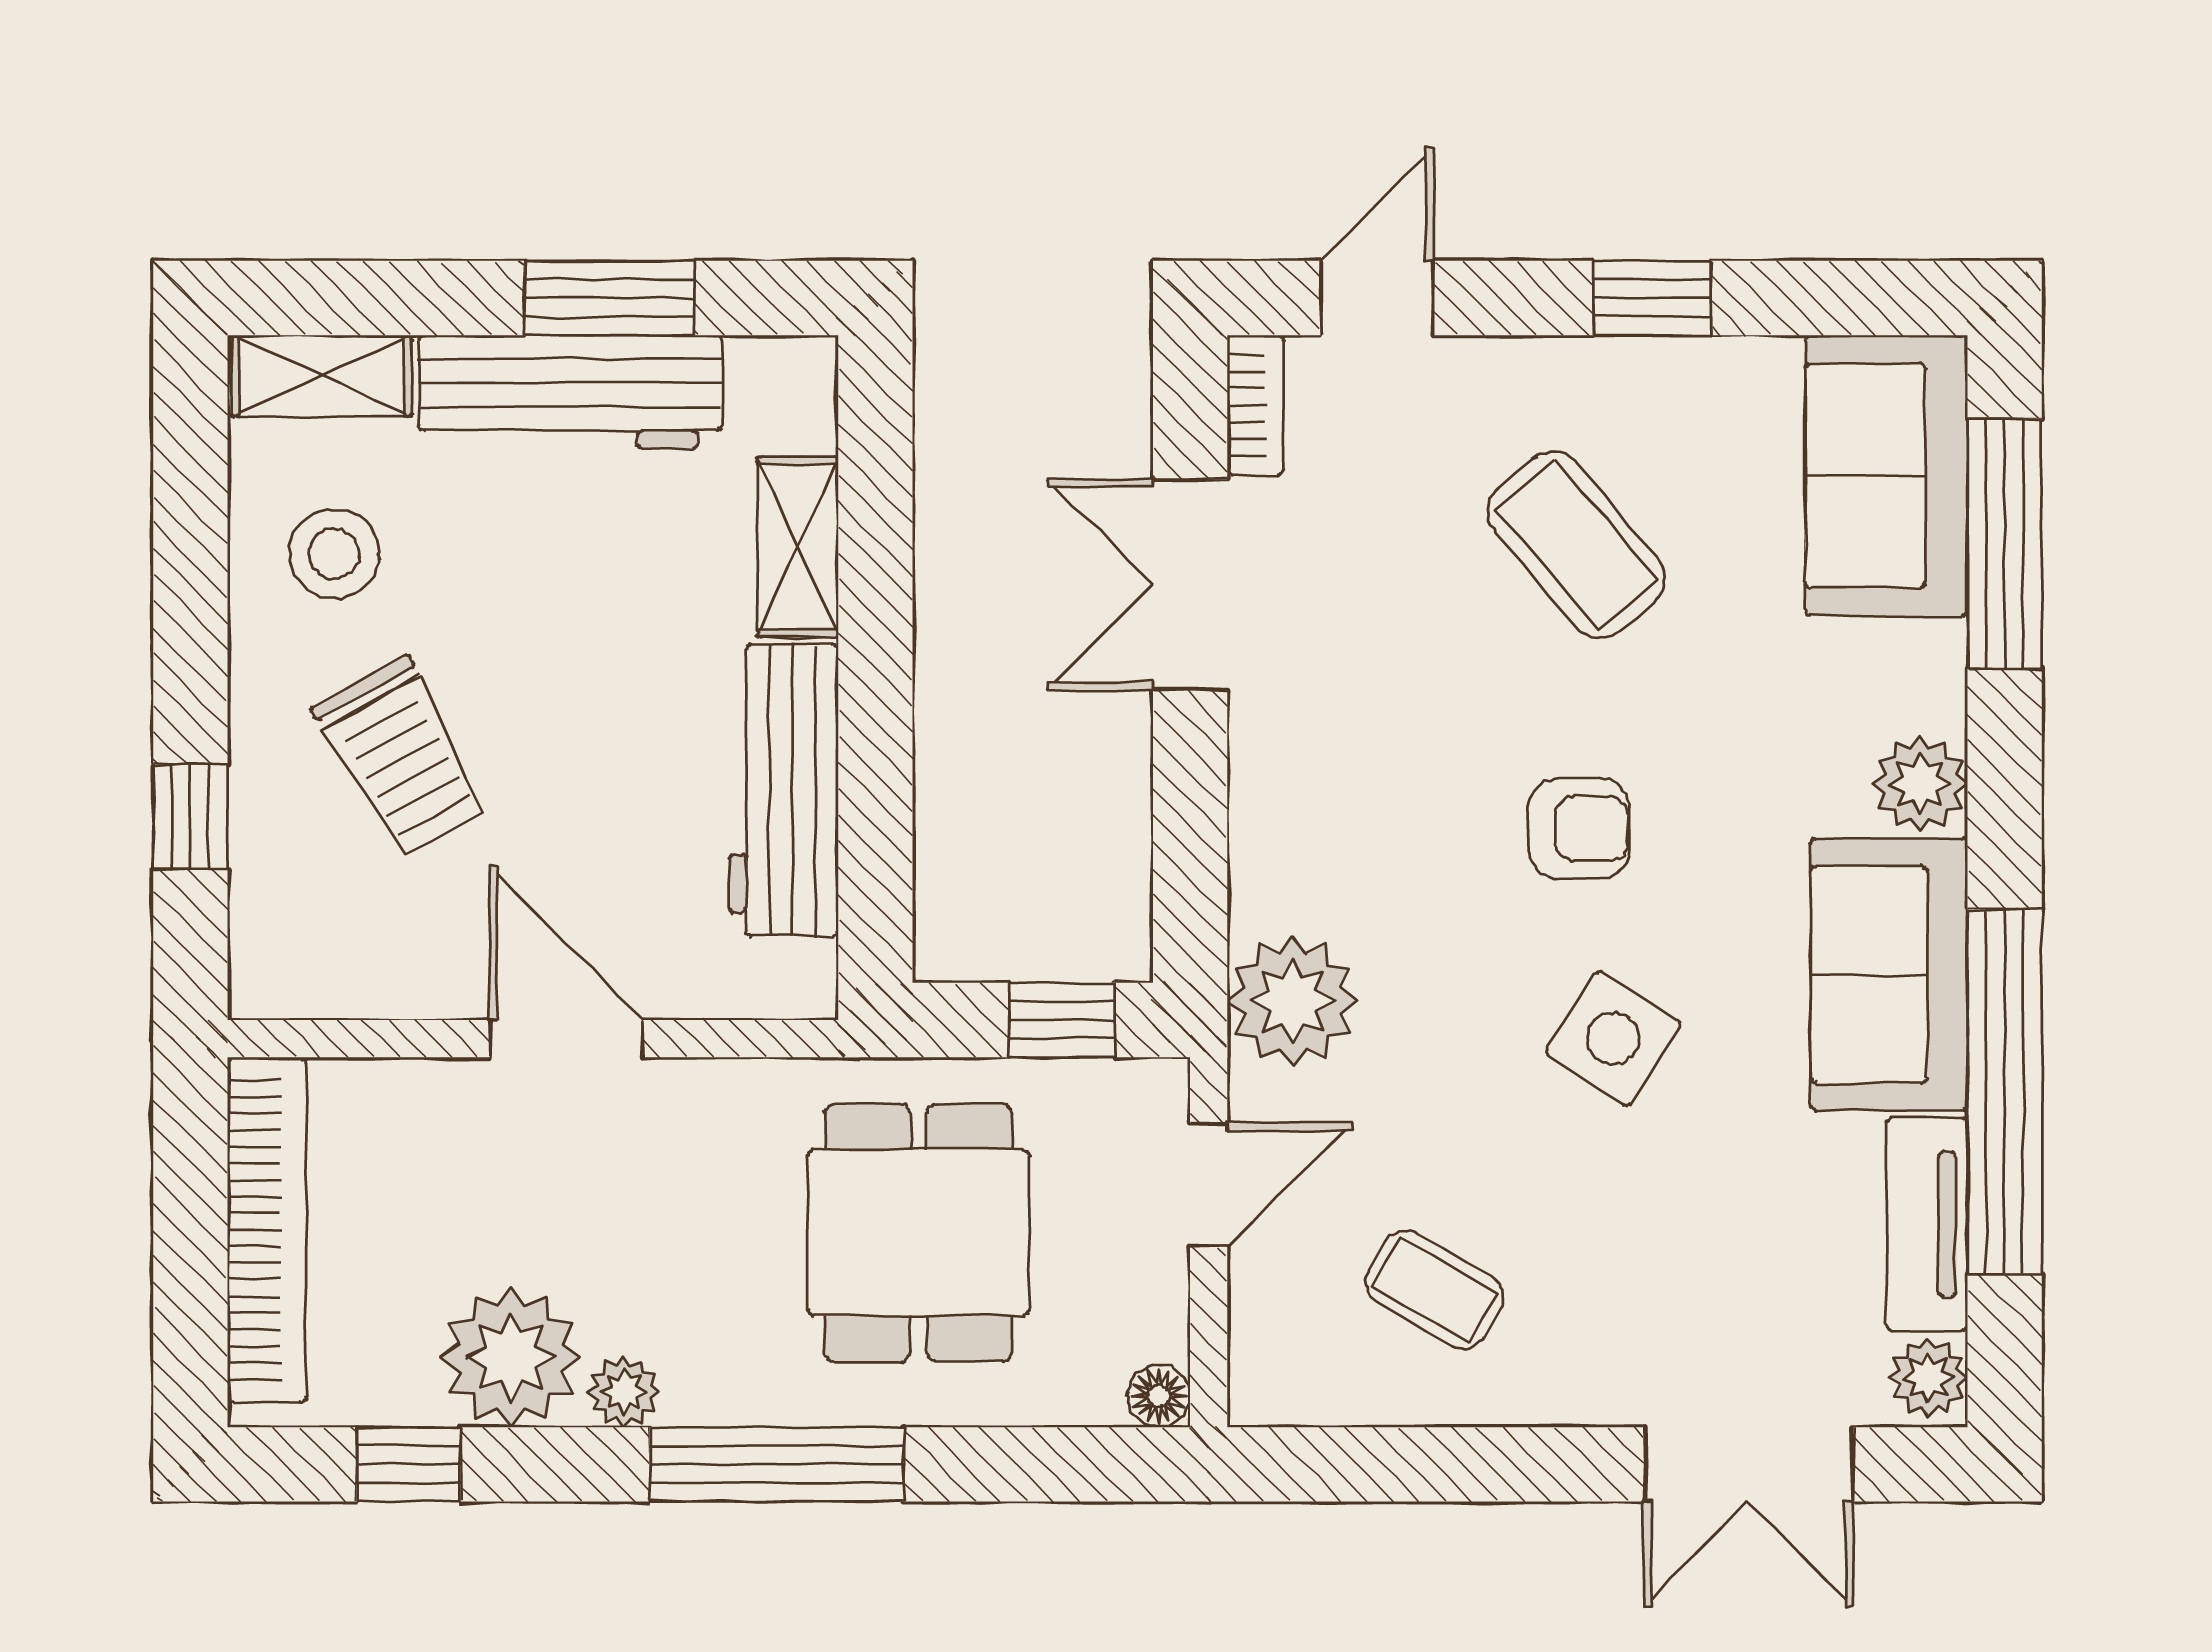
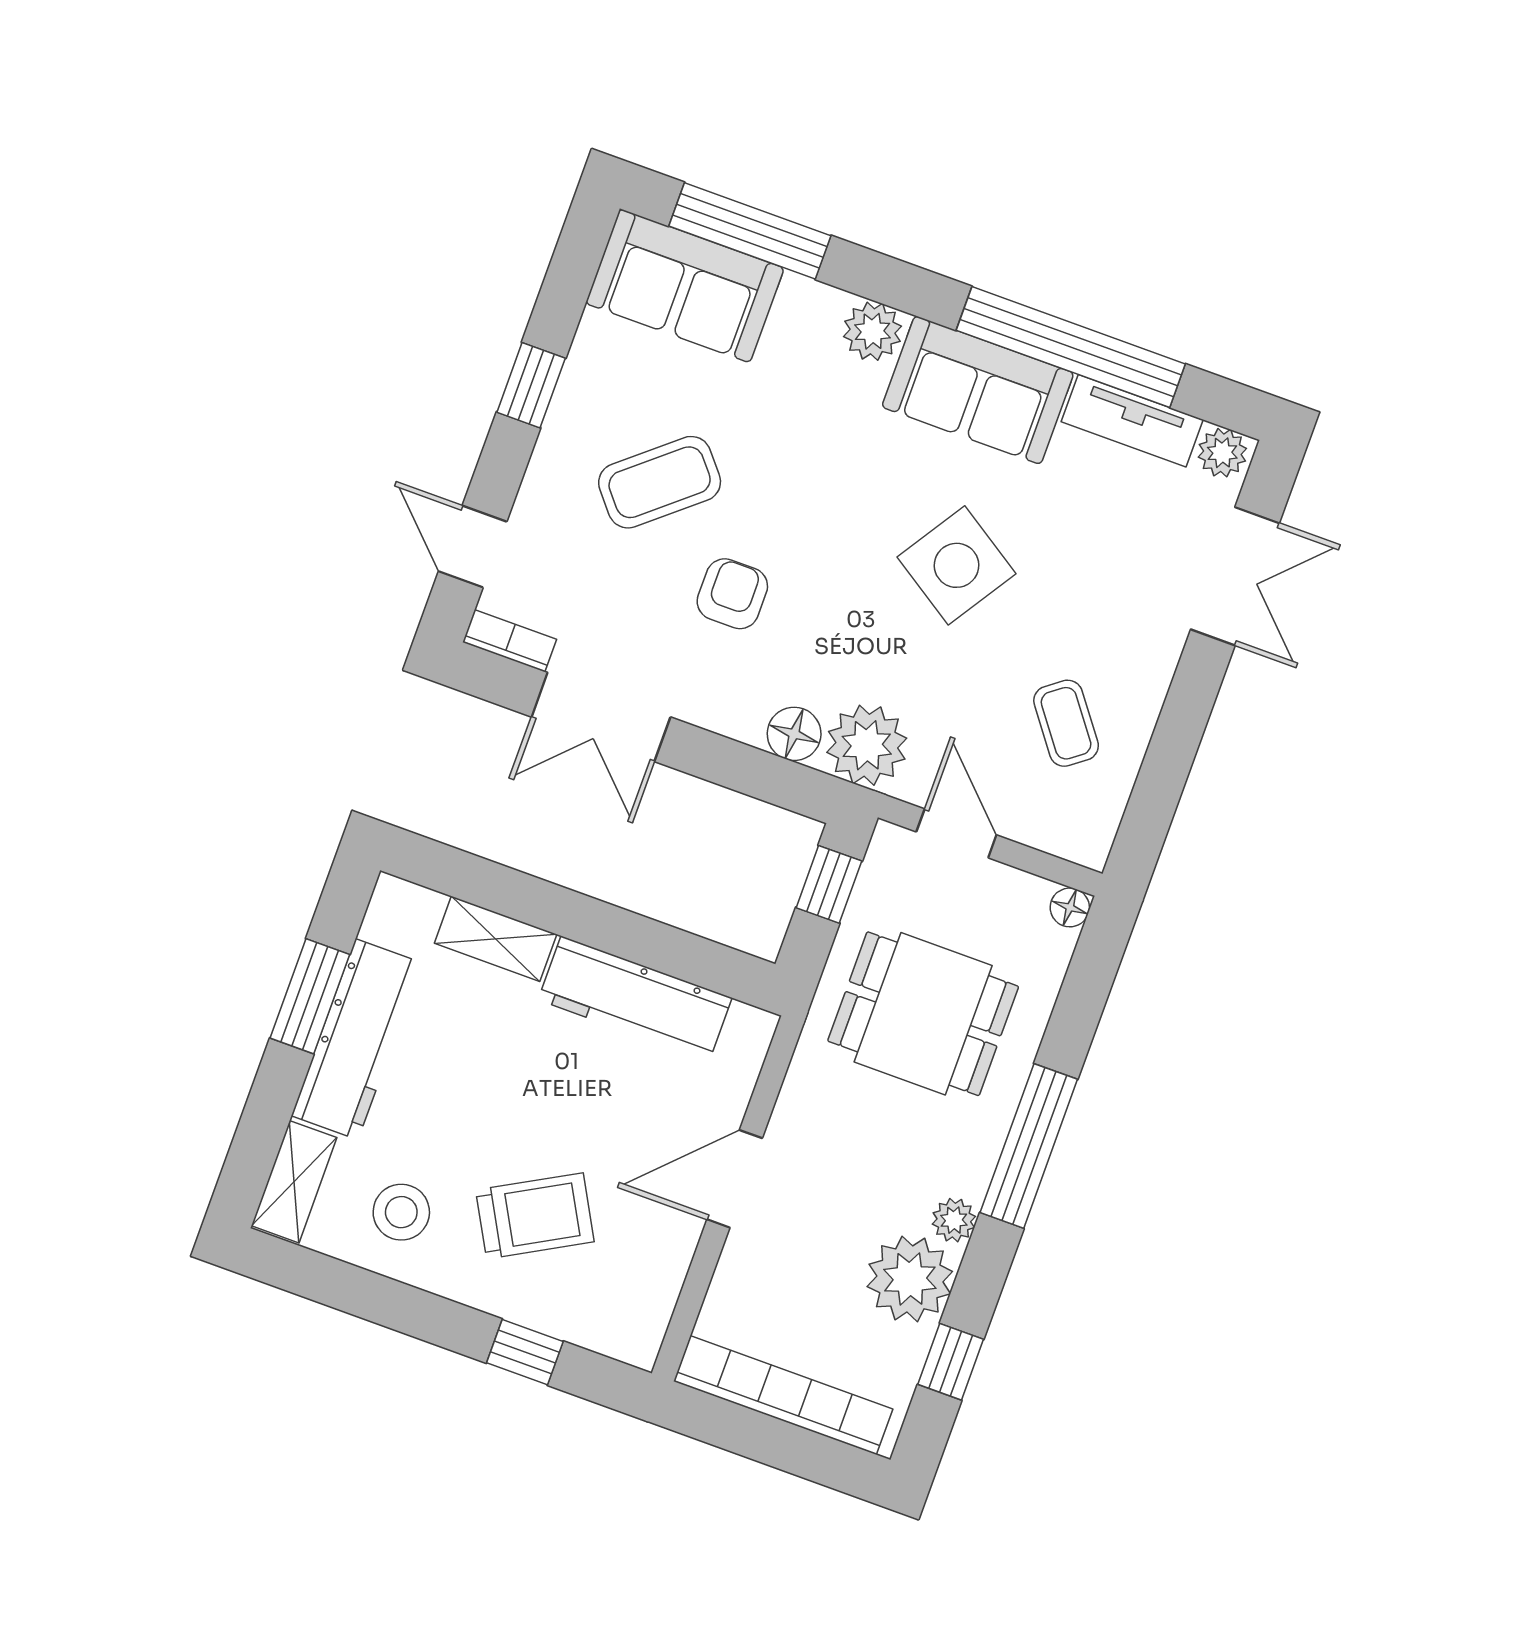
armchair: (1579, 829) -> (732, 594), moved
floor lamp: (1270, 885) -> (794, 734), added
side table: (1613, 1038) -> (957, 565), width x1.37, depth x1.37
coffee table: (1435, 1290) -> (1066, 723), turned -67

